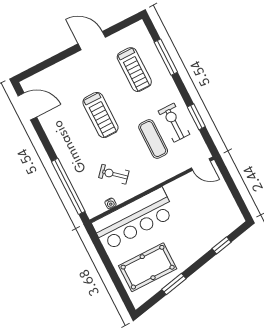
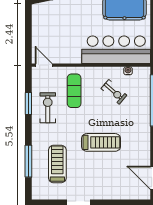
treadmill: (100, 115) -> (101, 142), turned 90
exercise bike: (174, 123) -> (48, 108), turned 180
exercise mat: (153, 139) -> (74, 91), moved

